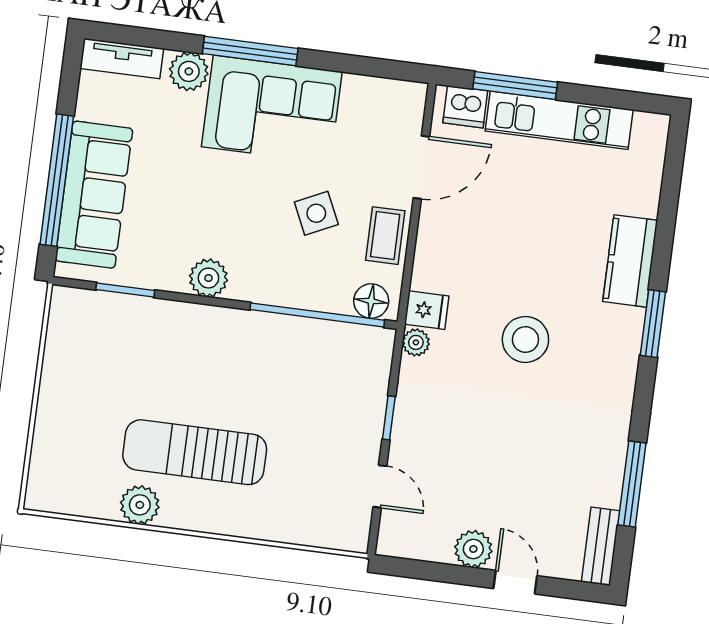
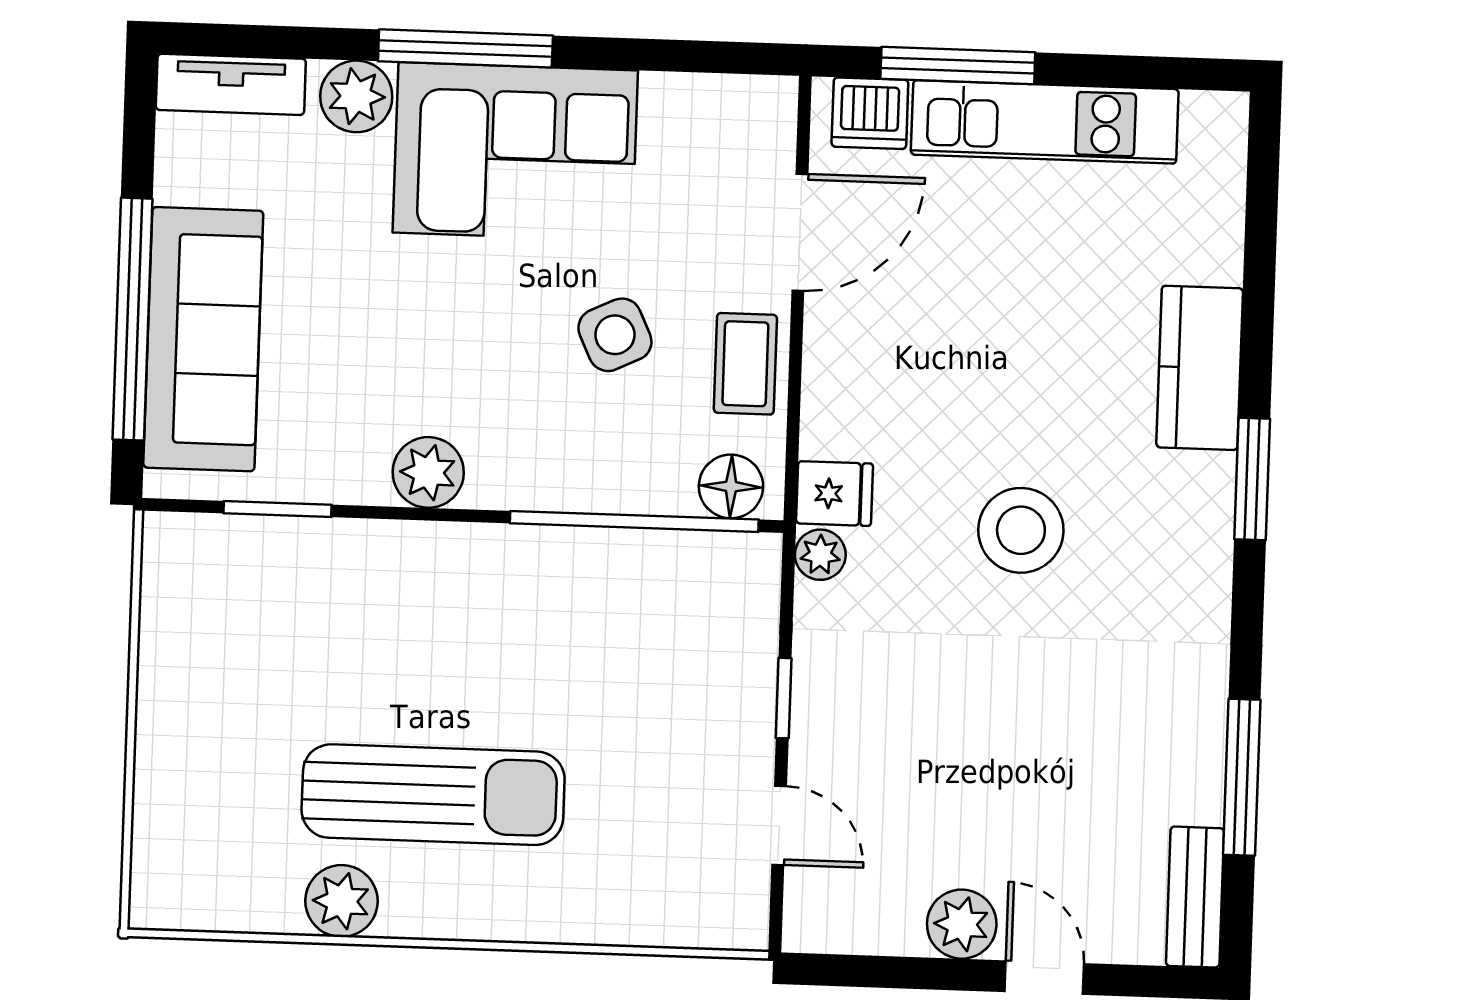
sun lounger: (195, 452) -> (433, 795), turned 180

